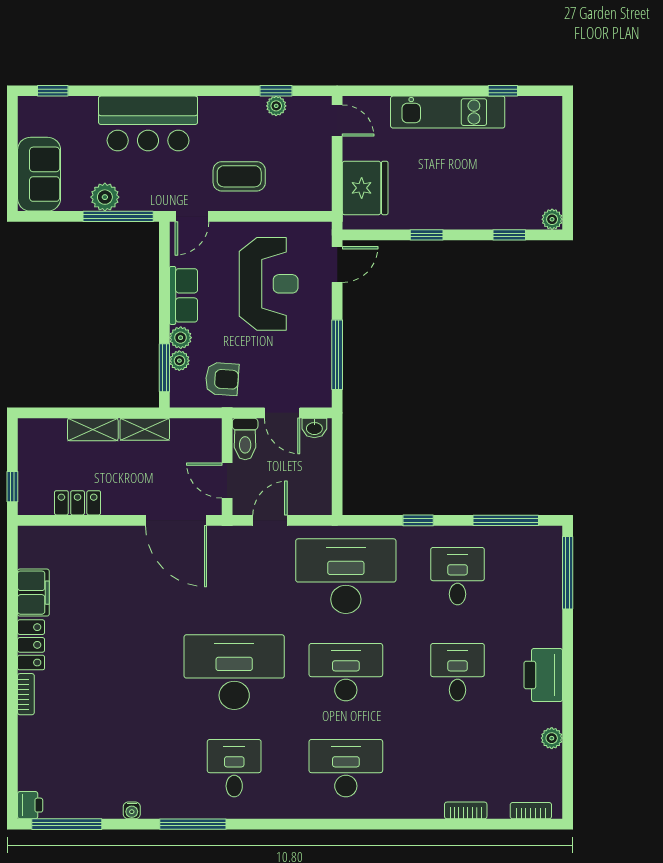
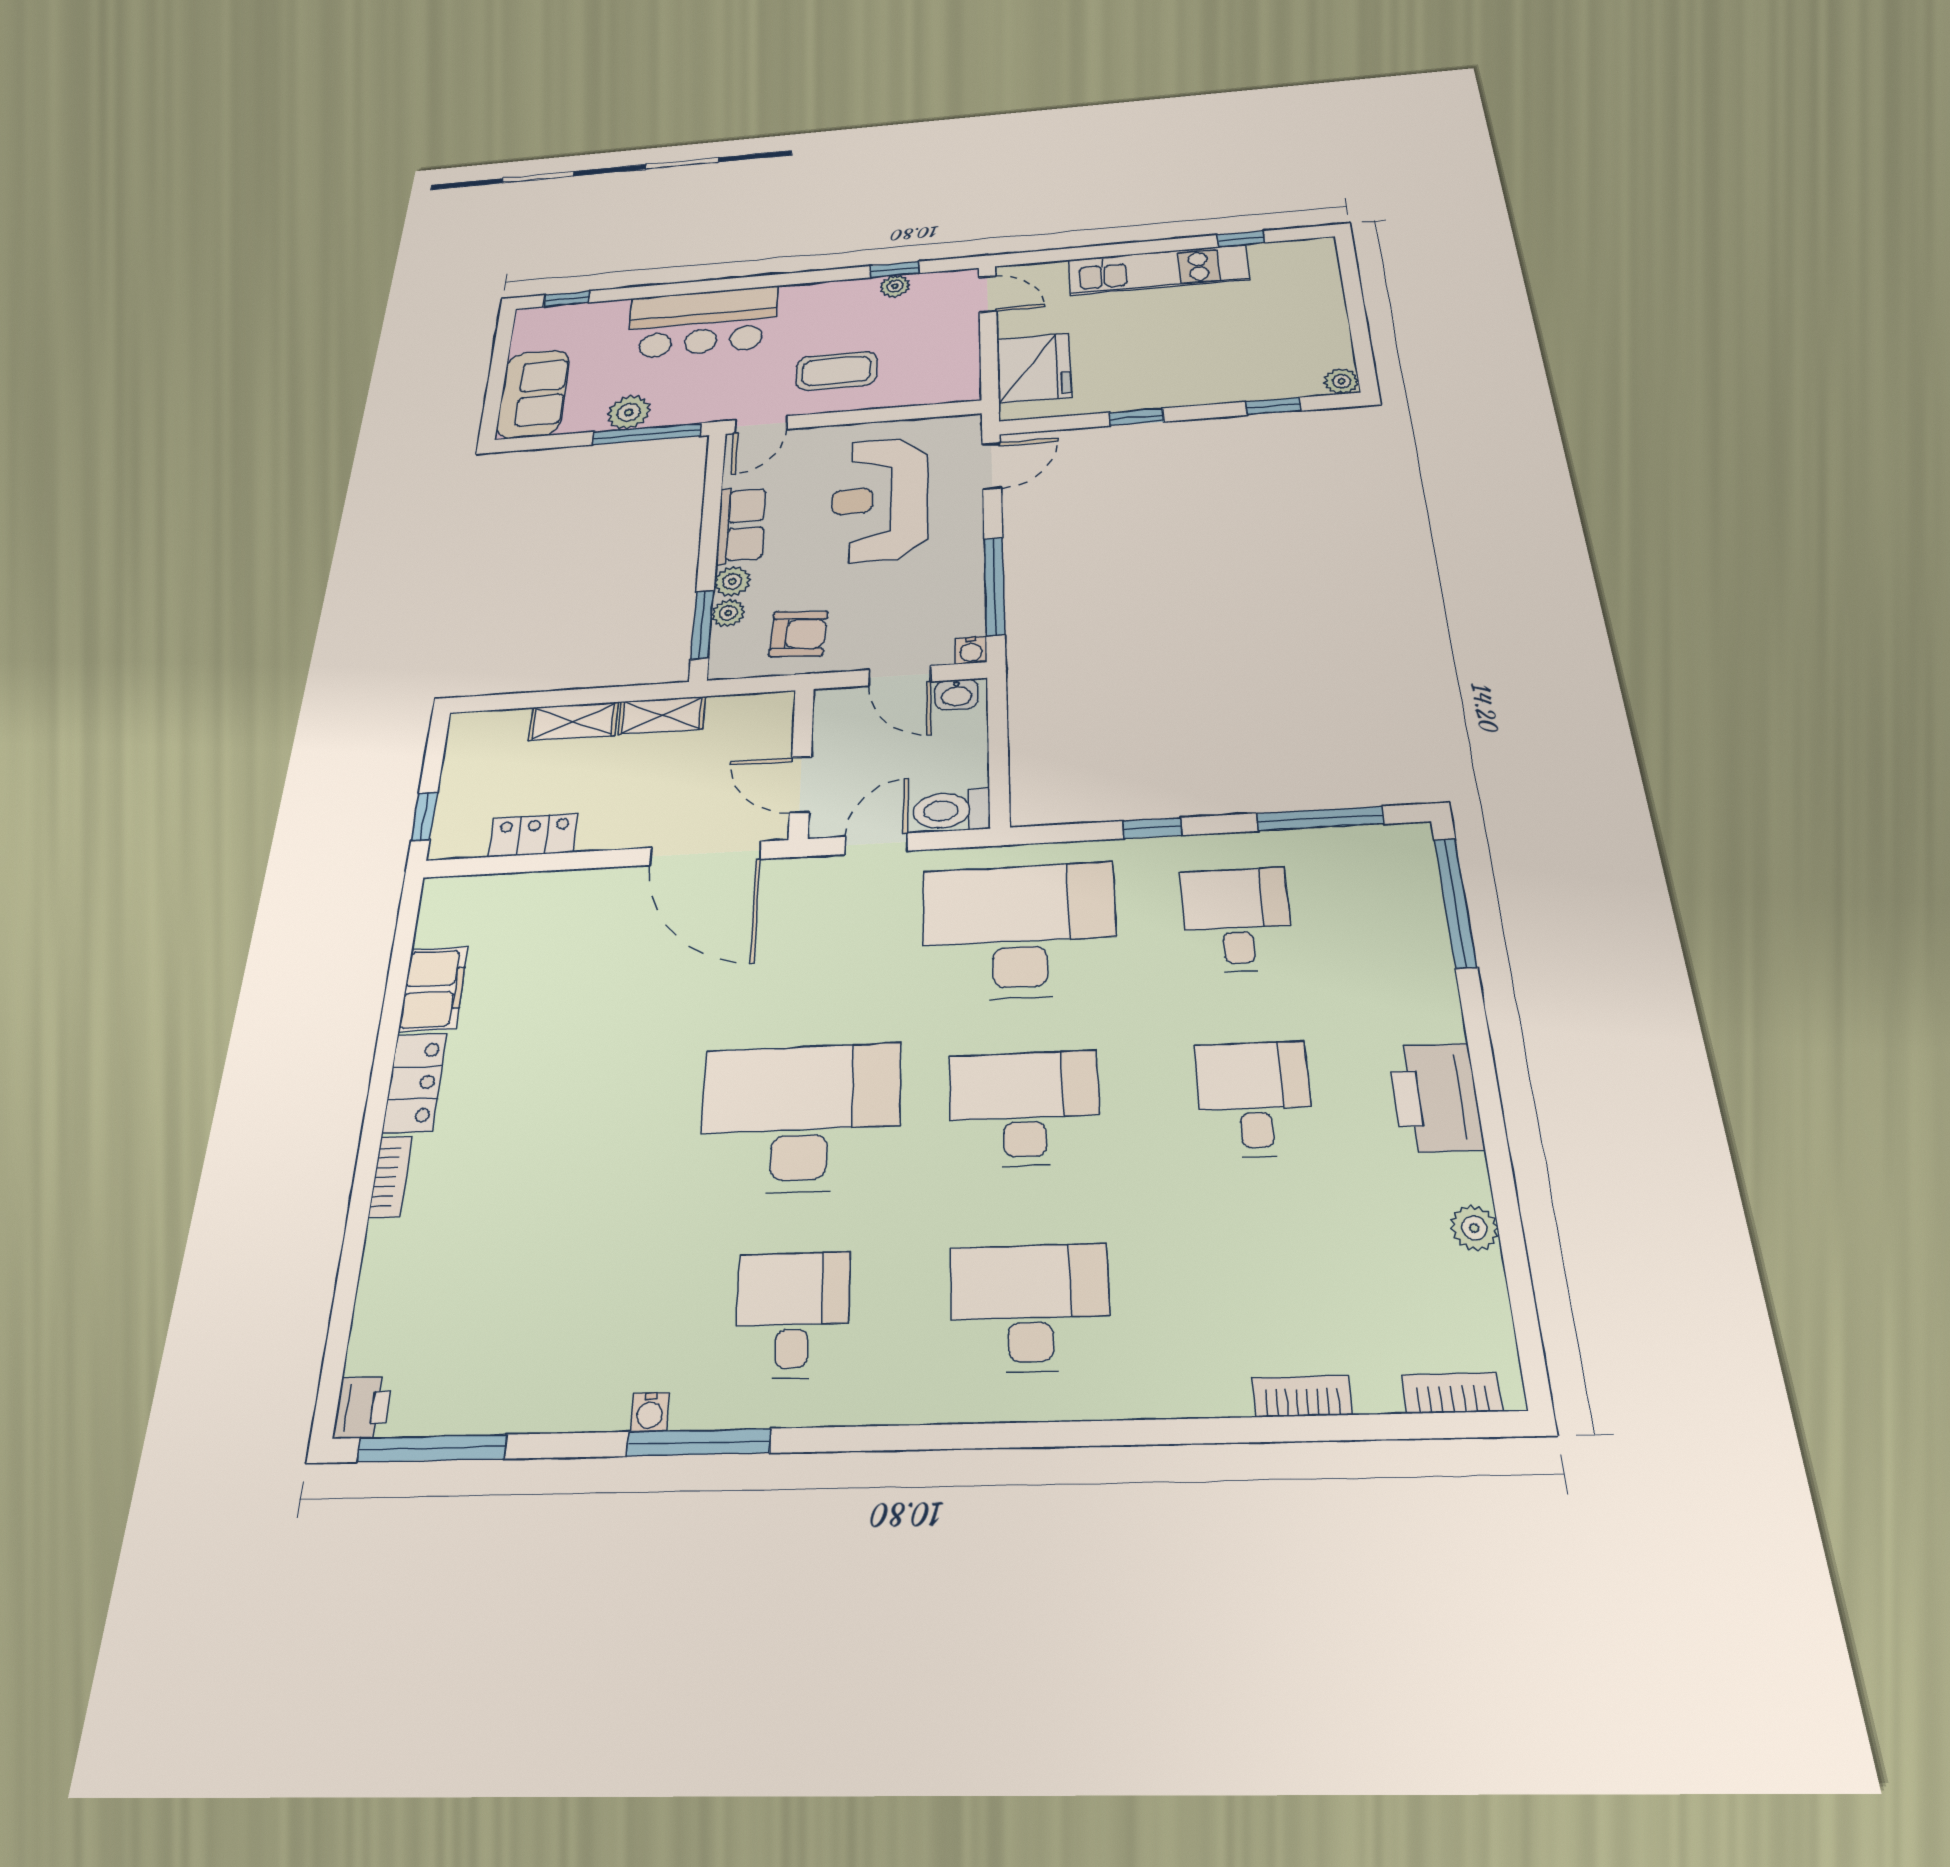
reception desk: (269, 284) -> (880, 499), turned 180
water cooler: (323, 399) -> (971, 650), added
toilet: (245, 439) -> (952, 810), moved, turned 90
water cooler: (132, 810) -> (650, 1412), moved

